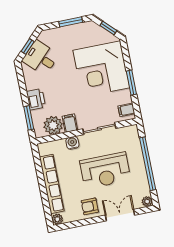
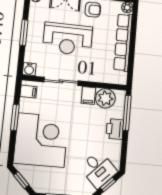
window: (29, 118) -> (127, 113), width x1.44
water cooler: (72, 143) -> (29, 69), moved
window: (148, 164) -> (24, 33), width x0.47
reception desk: (105, 171) -> (68, 39), turned 180

